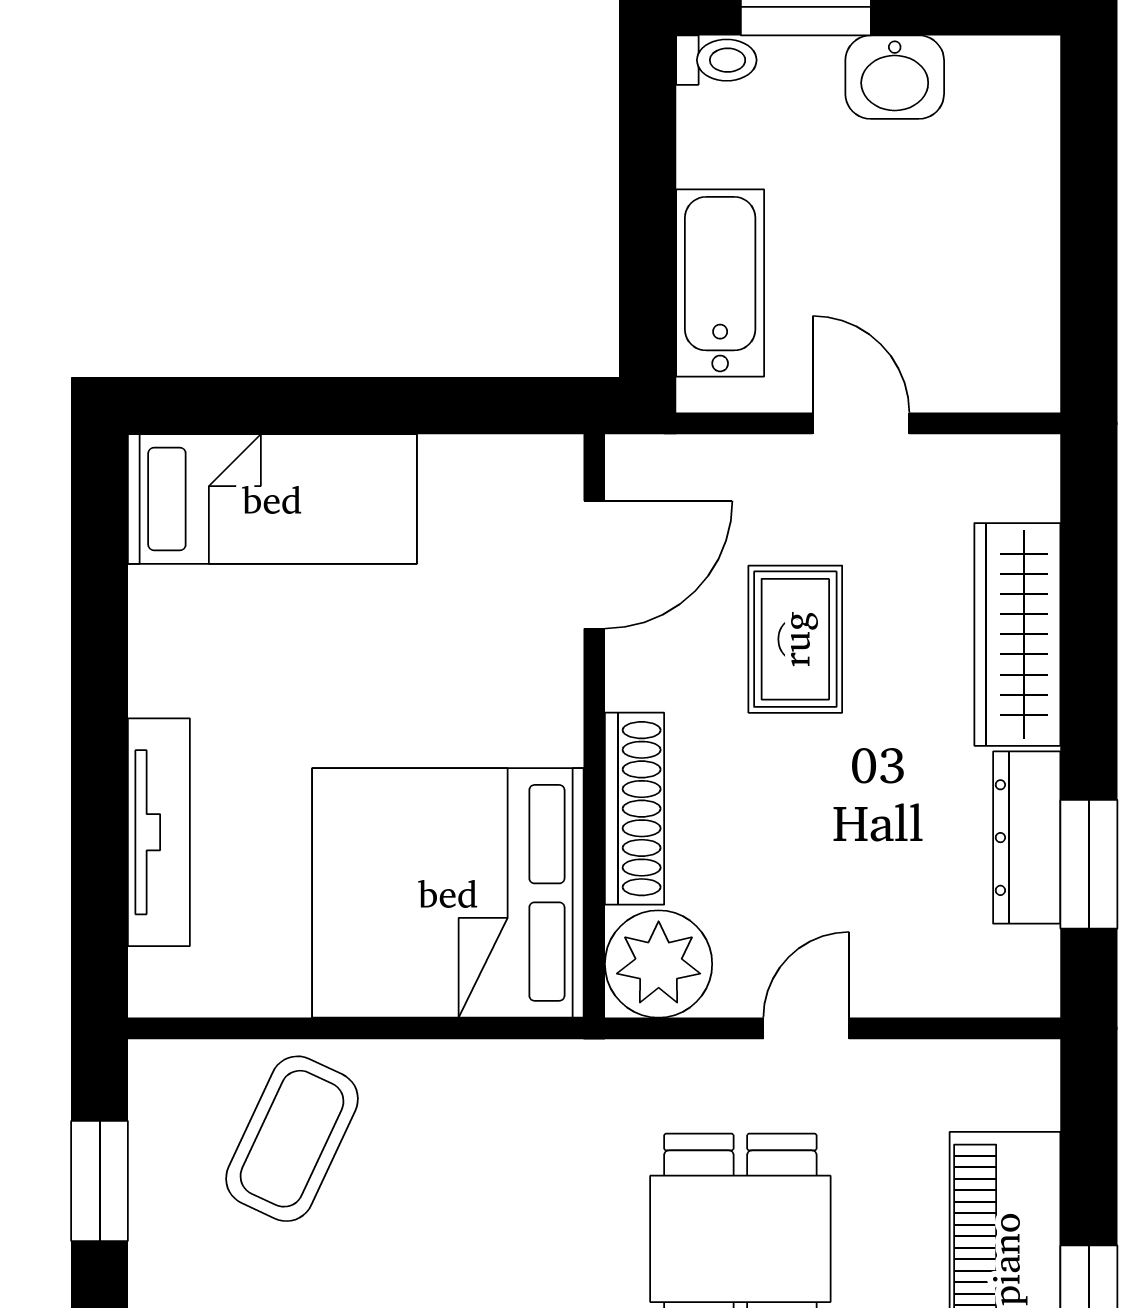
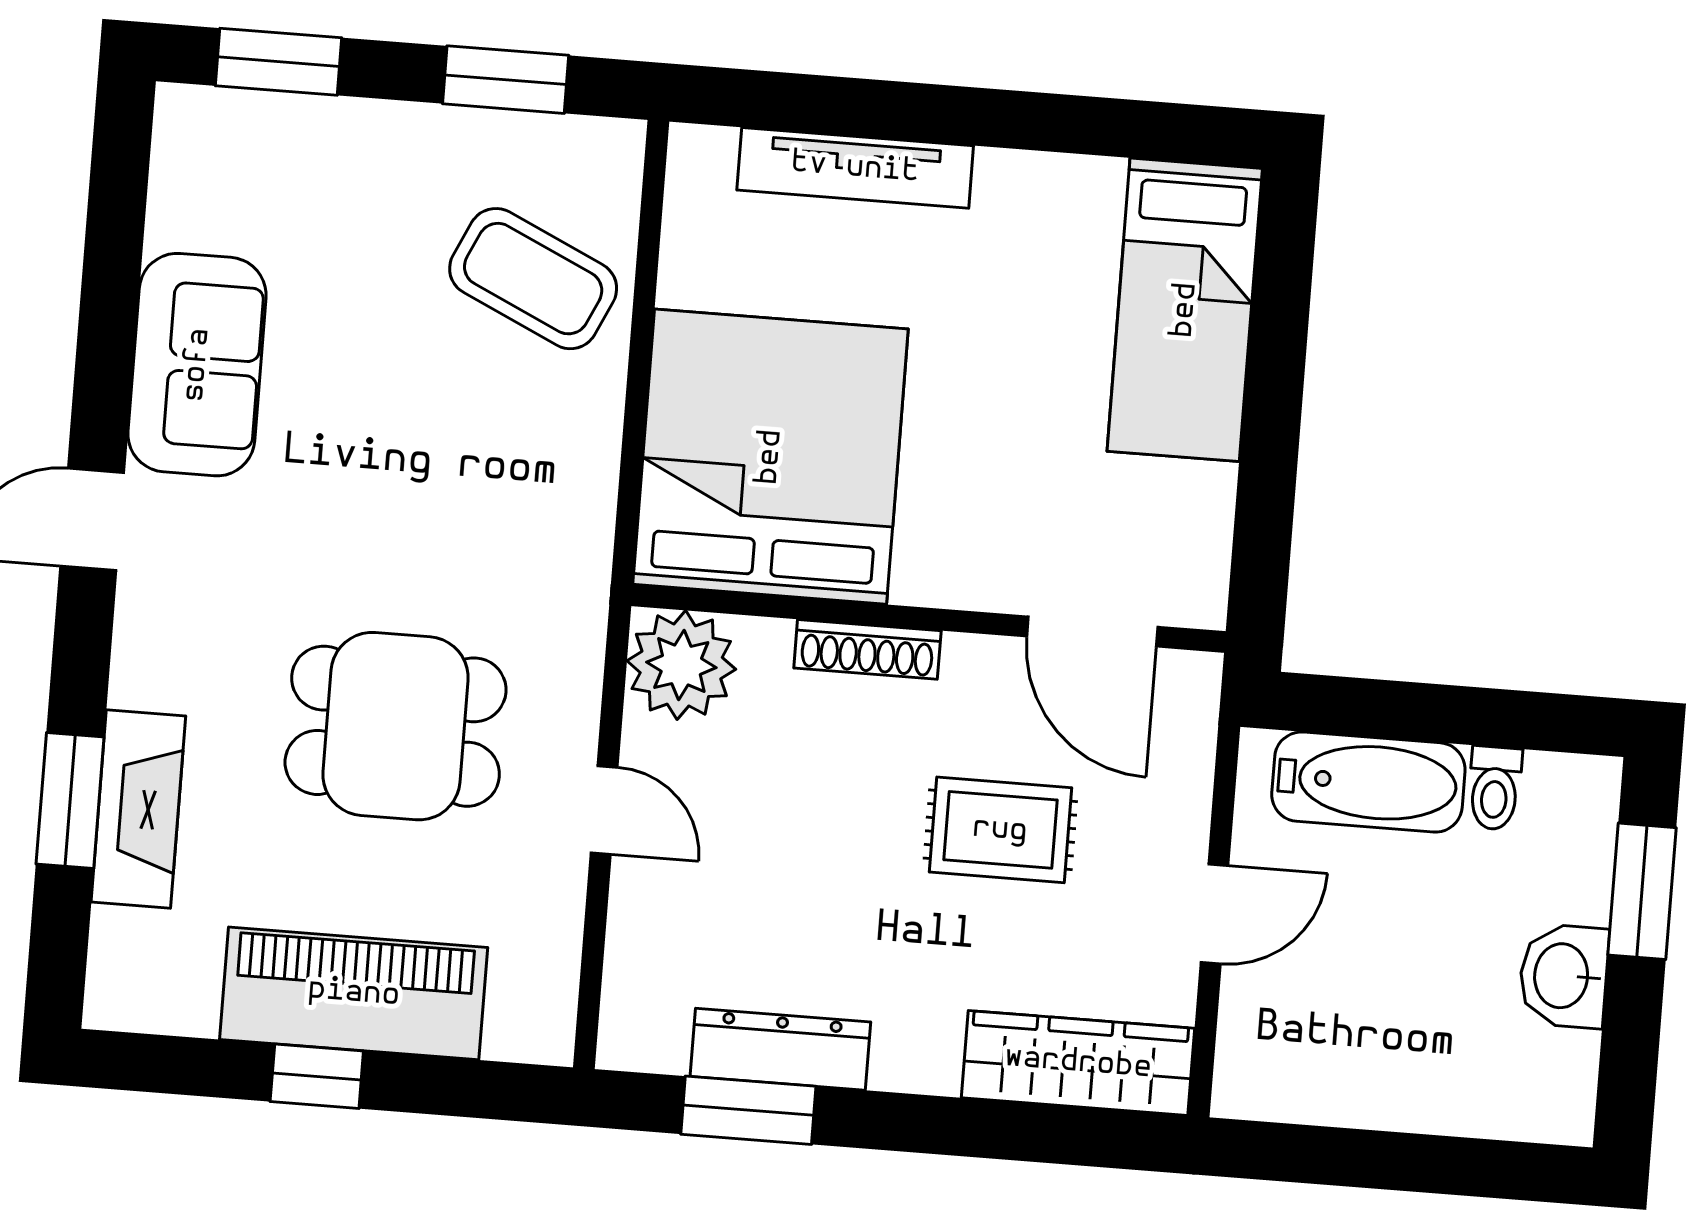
toilet: (716, 60) -> (1495, 788), moved
wardrobe: (1017, 634) -> (1078, 1063), moved
shoe rack: (635, 809) -> (867, 649), width x0.74, depth x0.81

